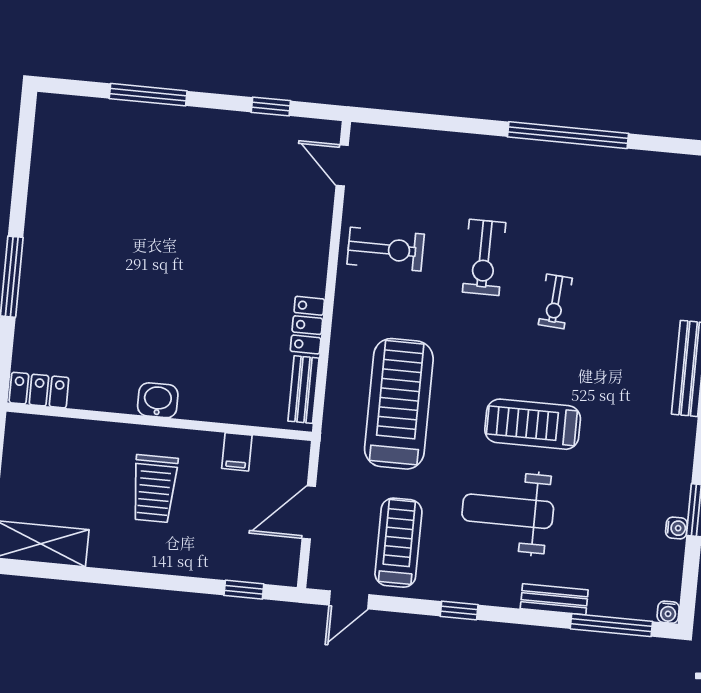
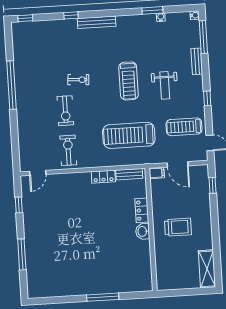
exercise bike: (484, 257) -> (65, 111), turned 90
locker: (39, 390) -> (142, 210), moved
filing cabinet: (237, 452) -> (157, 173), moved
weight bench: (508, 511) -> (165, 85), width x0.73, depth x0.75

